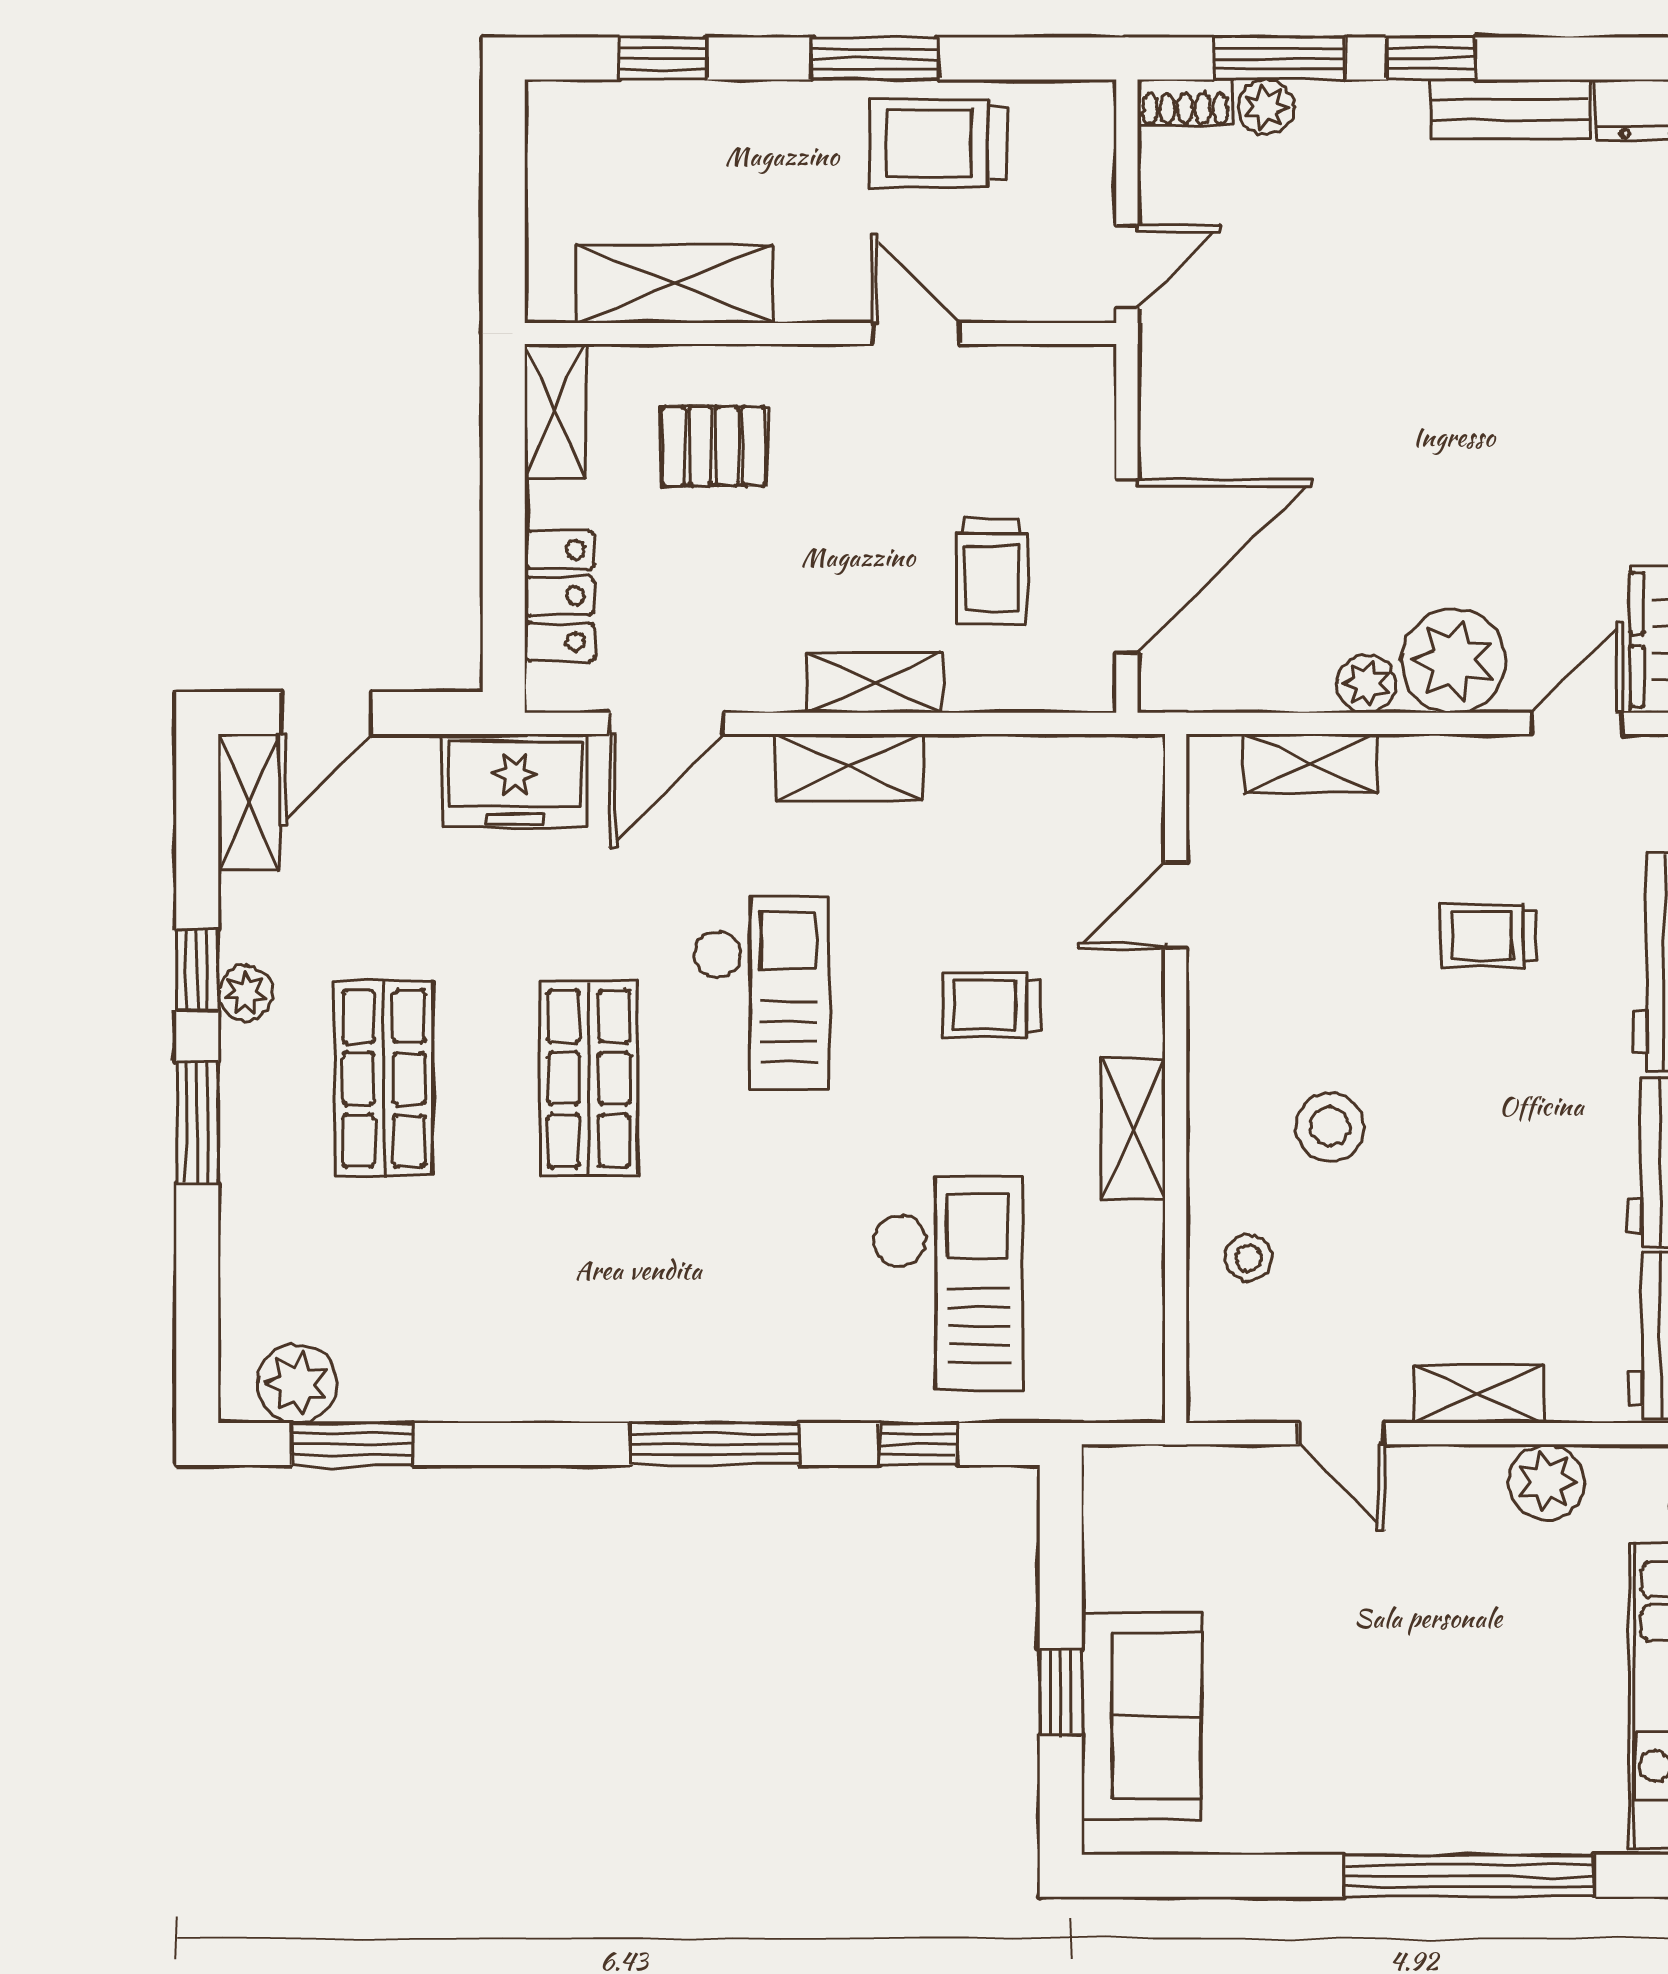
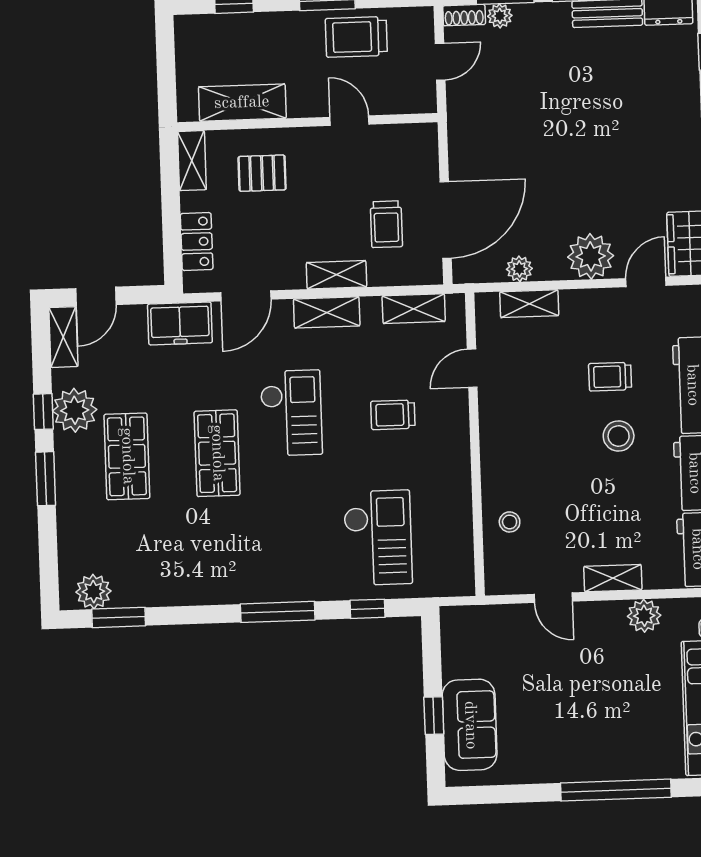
door: (1127, 267) -> (440, 62), moved
plant: (1366, 684) -> (519, 269), moved
plant: (245, 993) -> (75, 410), width x1.88, depth x1.88
stool: (1330, 1127) -> (619, 436), moved
shelving: (1133, 1129) -> (414, 309), moved, turned 90

